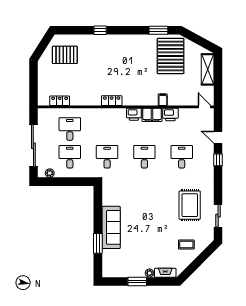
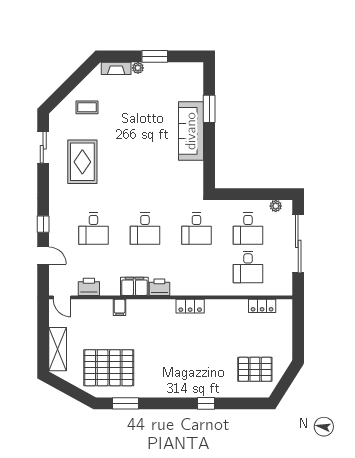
pallet: (171, 56) -> (109, 368), turned 90
printer: (170, 115) -> (89, 287), moved

